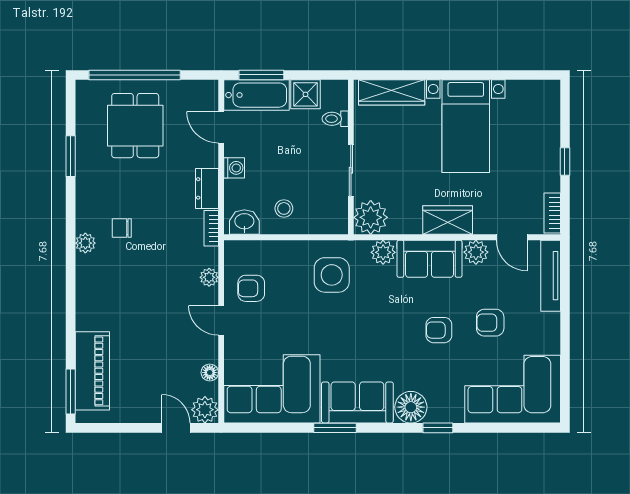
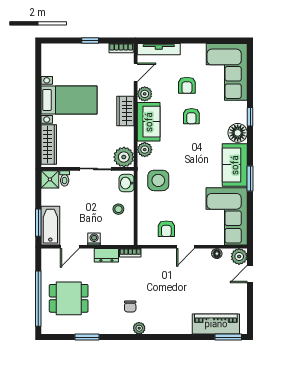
shower: (306, 94) -> (50, 179), moved
washbasin: (244, 222) -> (127, 183), moved
plant: (209, 277) -> (160, 254), removed

